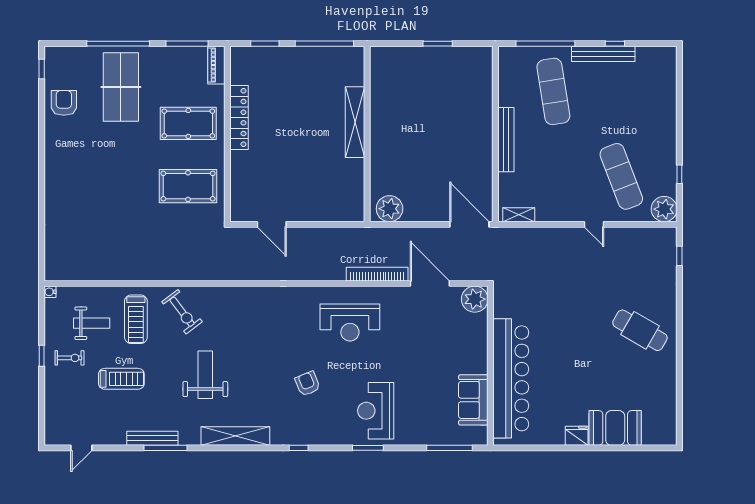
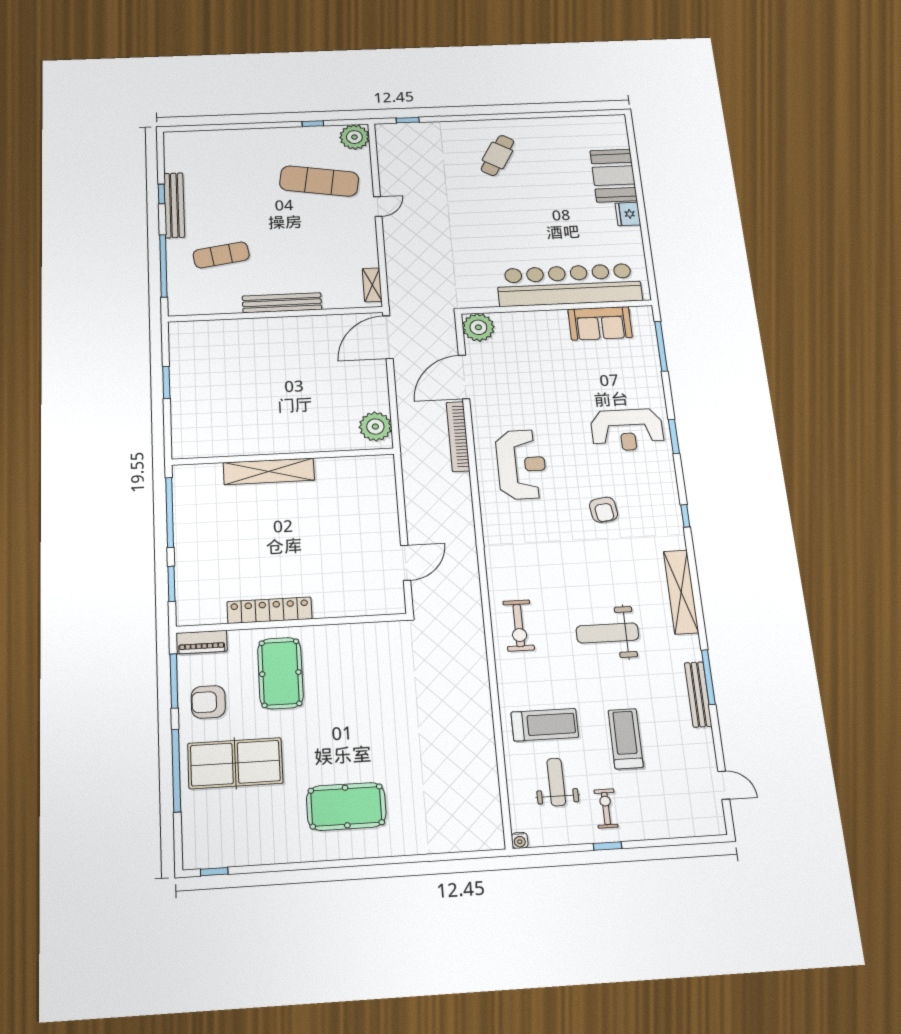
exercise mat: (553, 91) -> (221, 255), width x0.73, depth x0.69
armchair: (64, 103) -> (208, 702), moved
exercise mat: (621, 176) -> (319, 181), turned 30
pool table: (188, 186) -> (346, 806), moved, turned 90
exercise bike: (182, 312) -> (519, 625), moved, turned 127
cafe table: (640, 330) -> (497, 155), width x0.73, depth x0.74
armchair: (307, 384) -> (604, 510), turned -76

